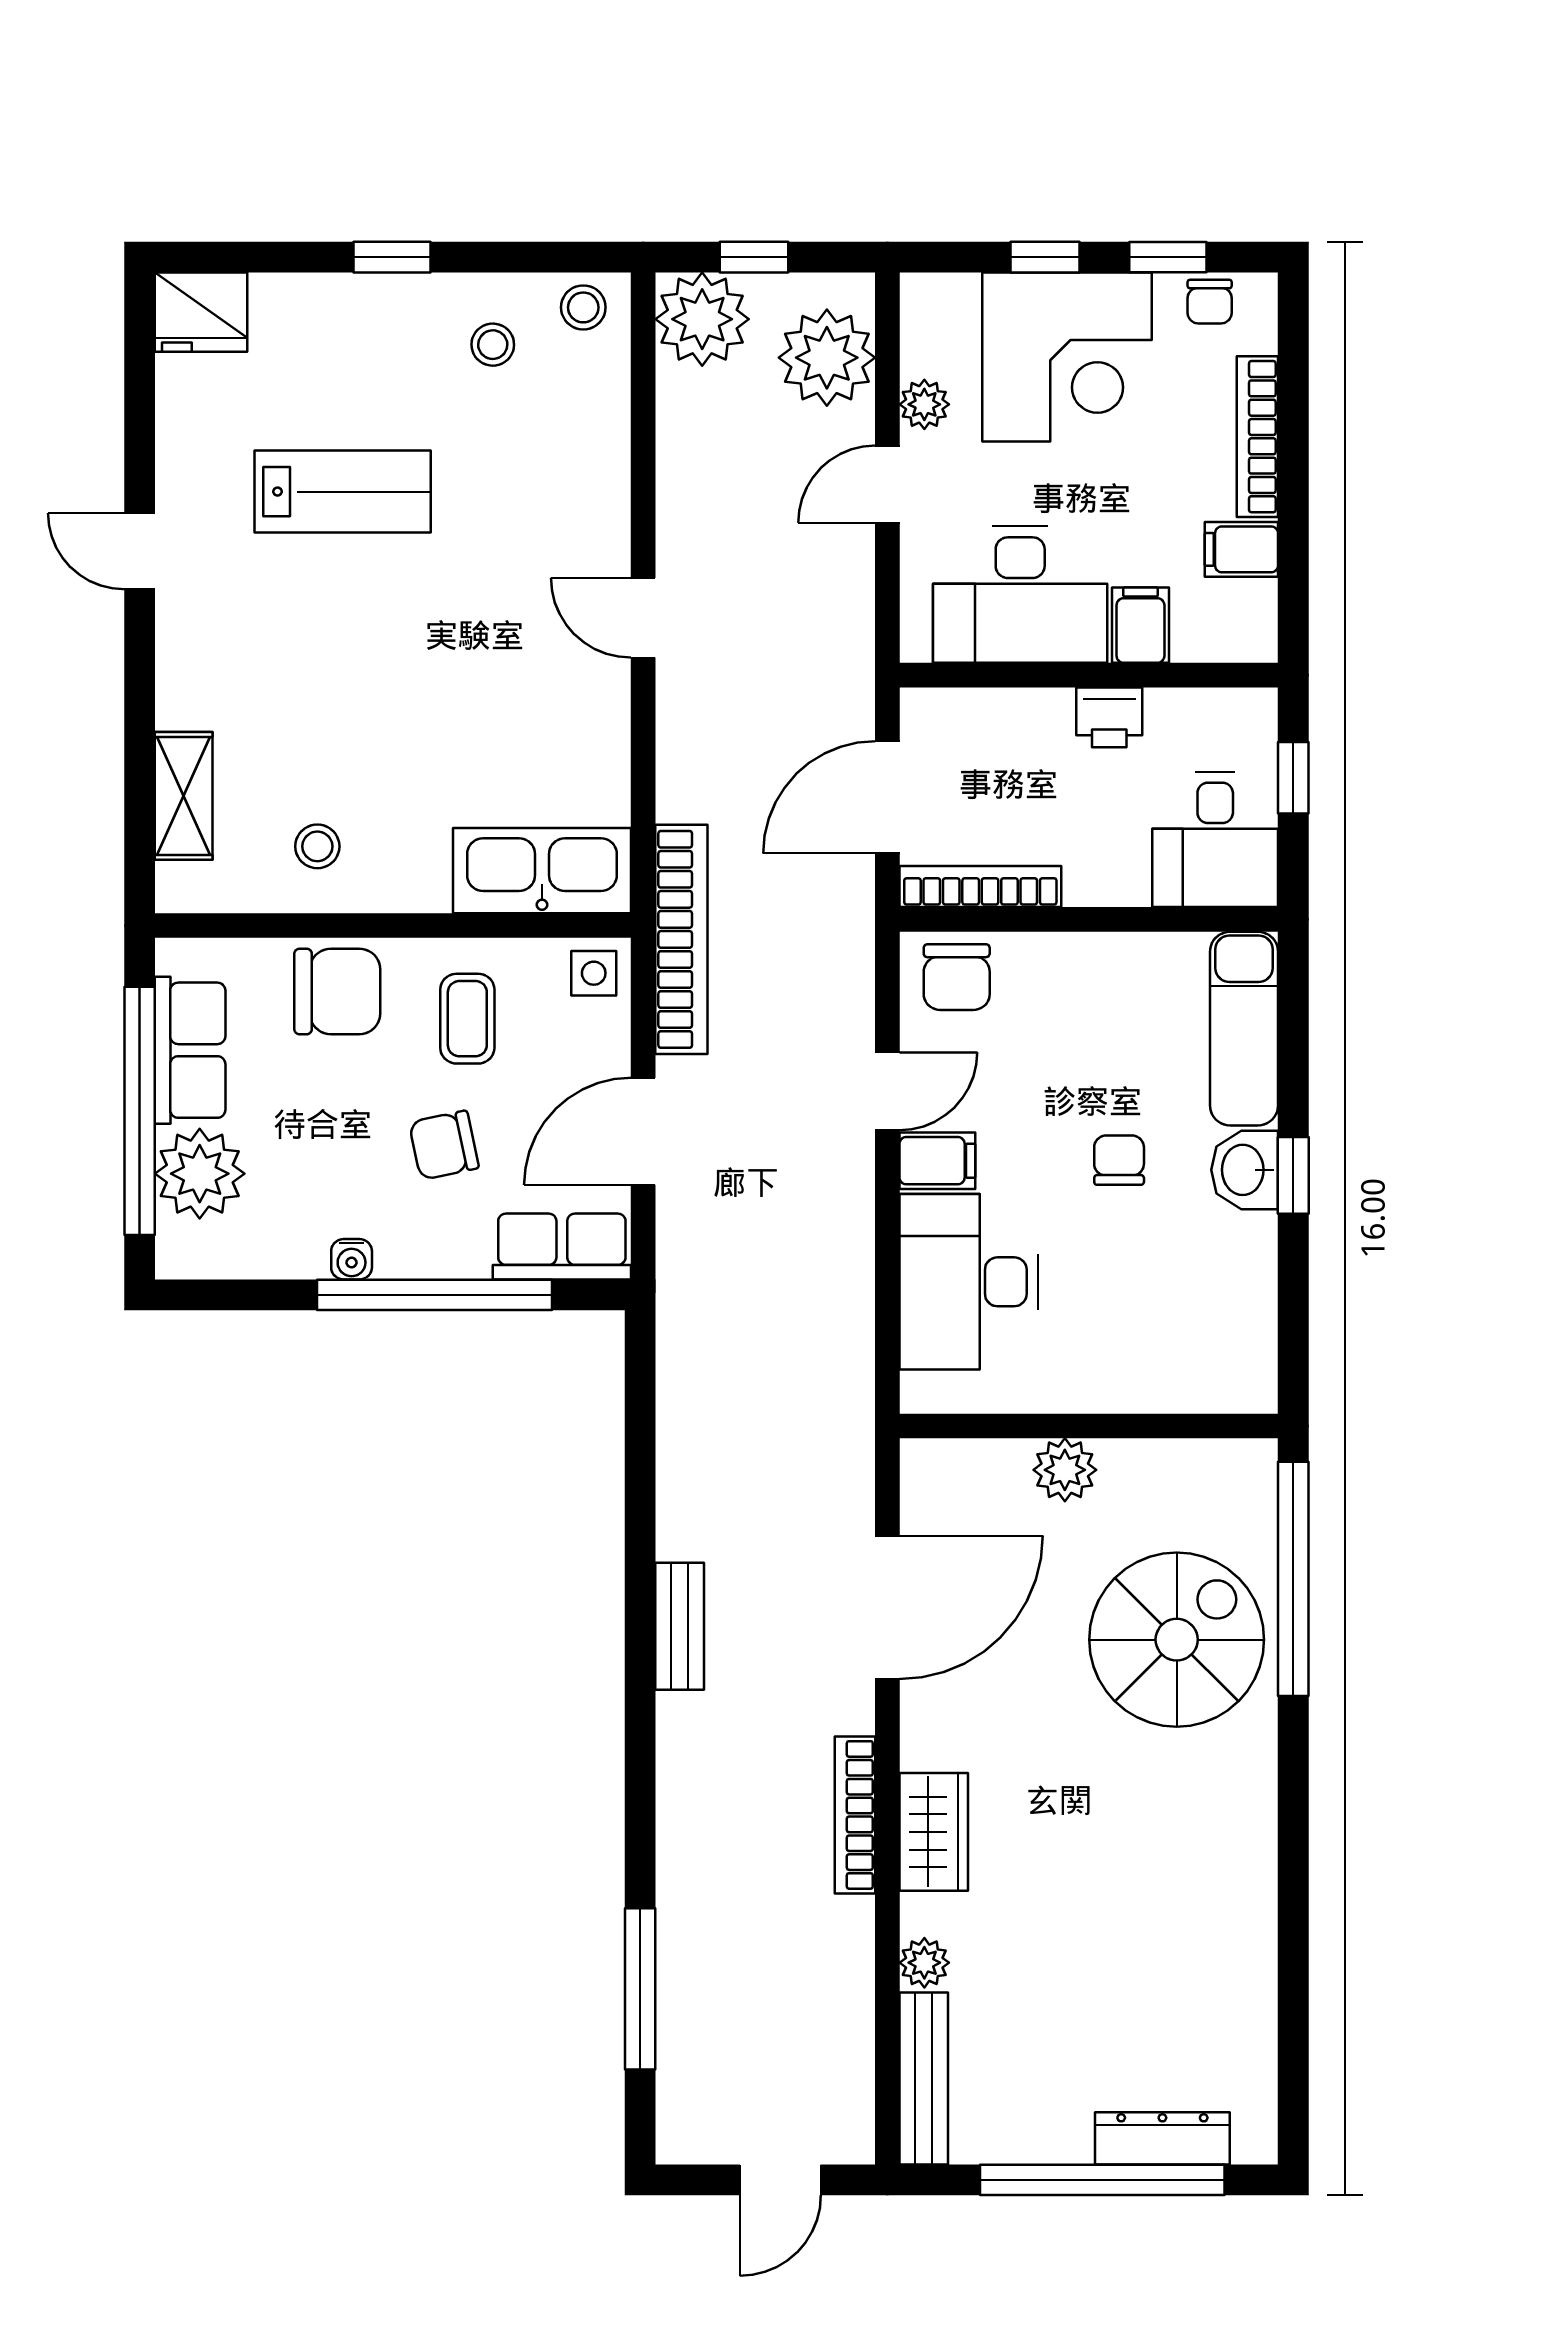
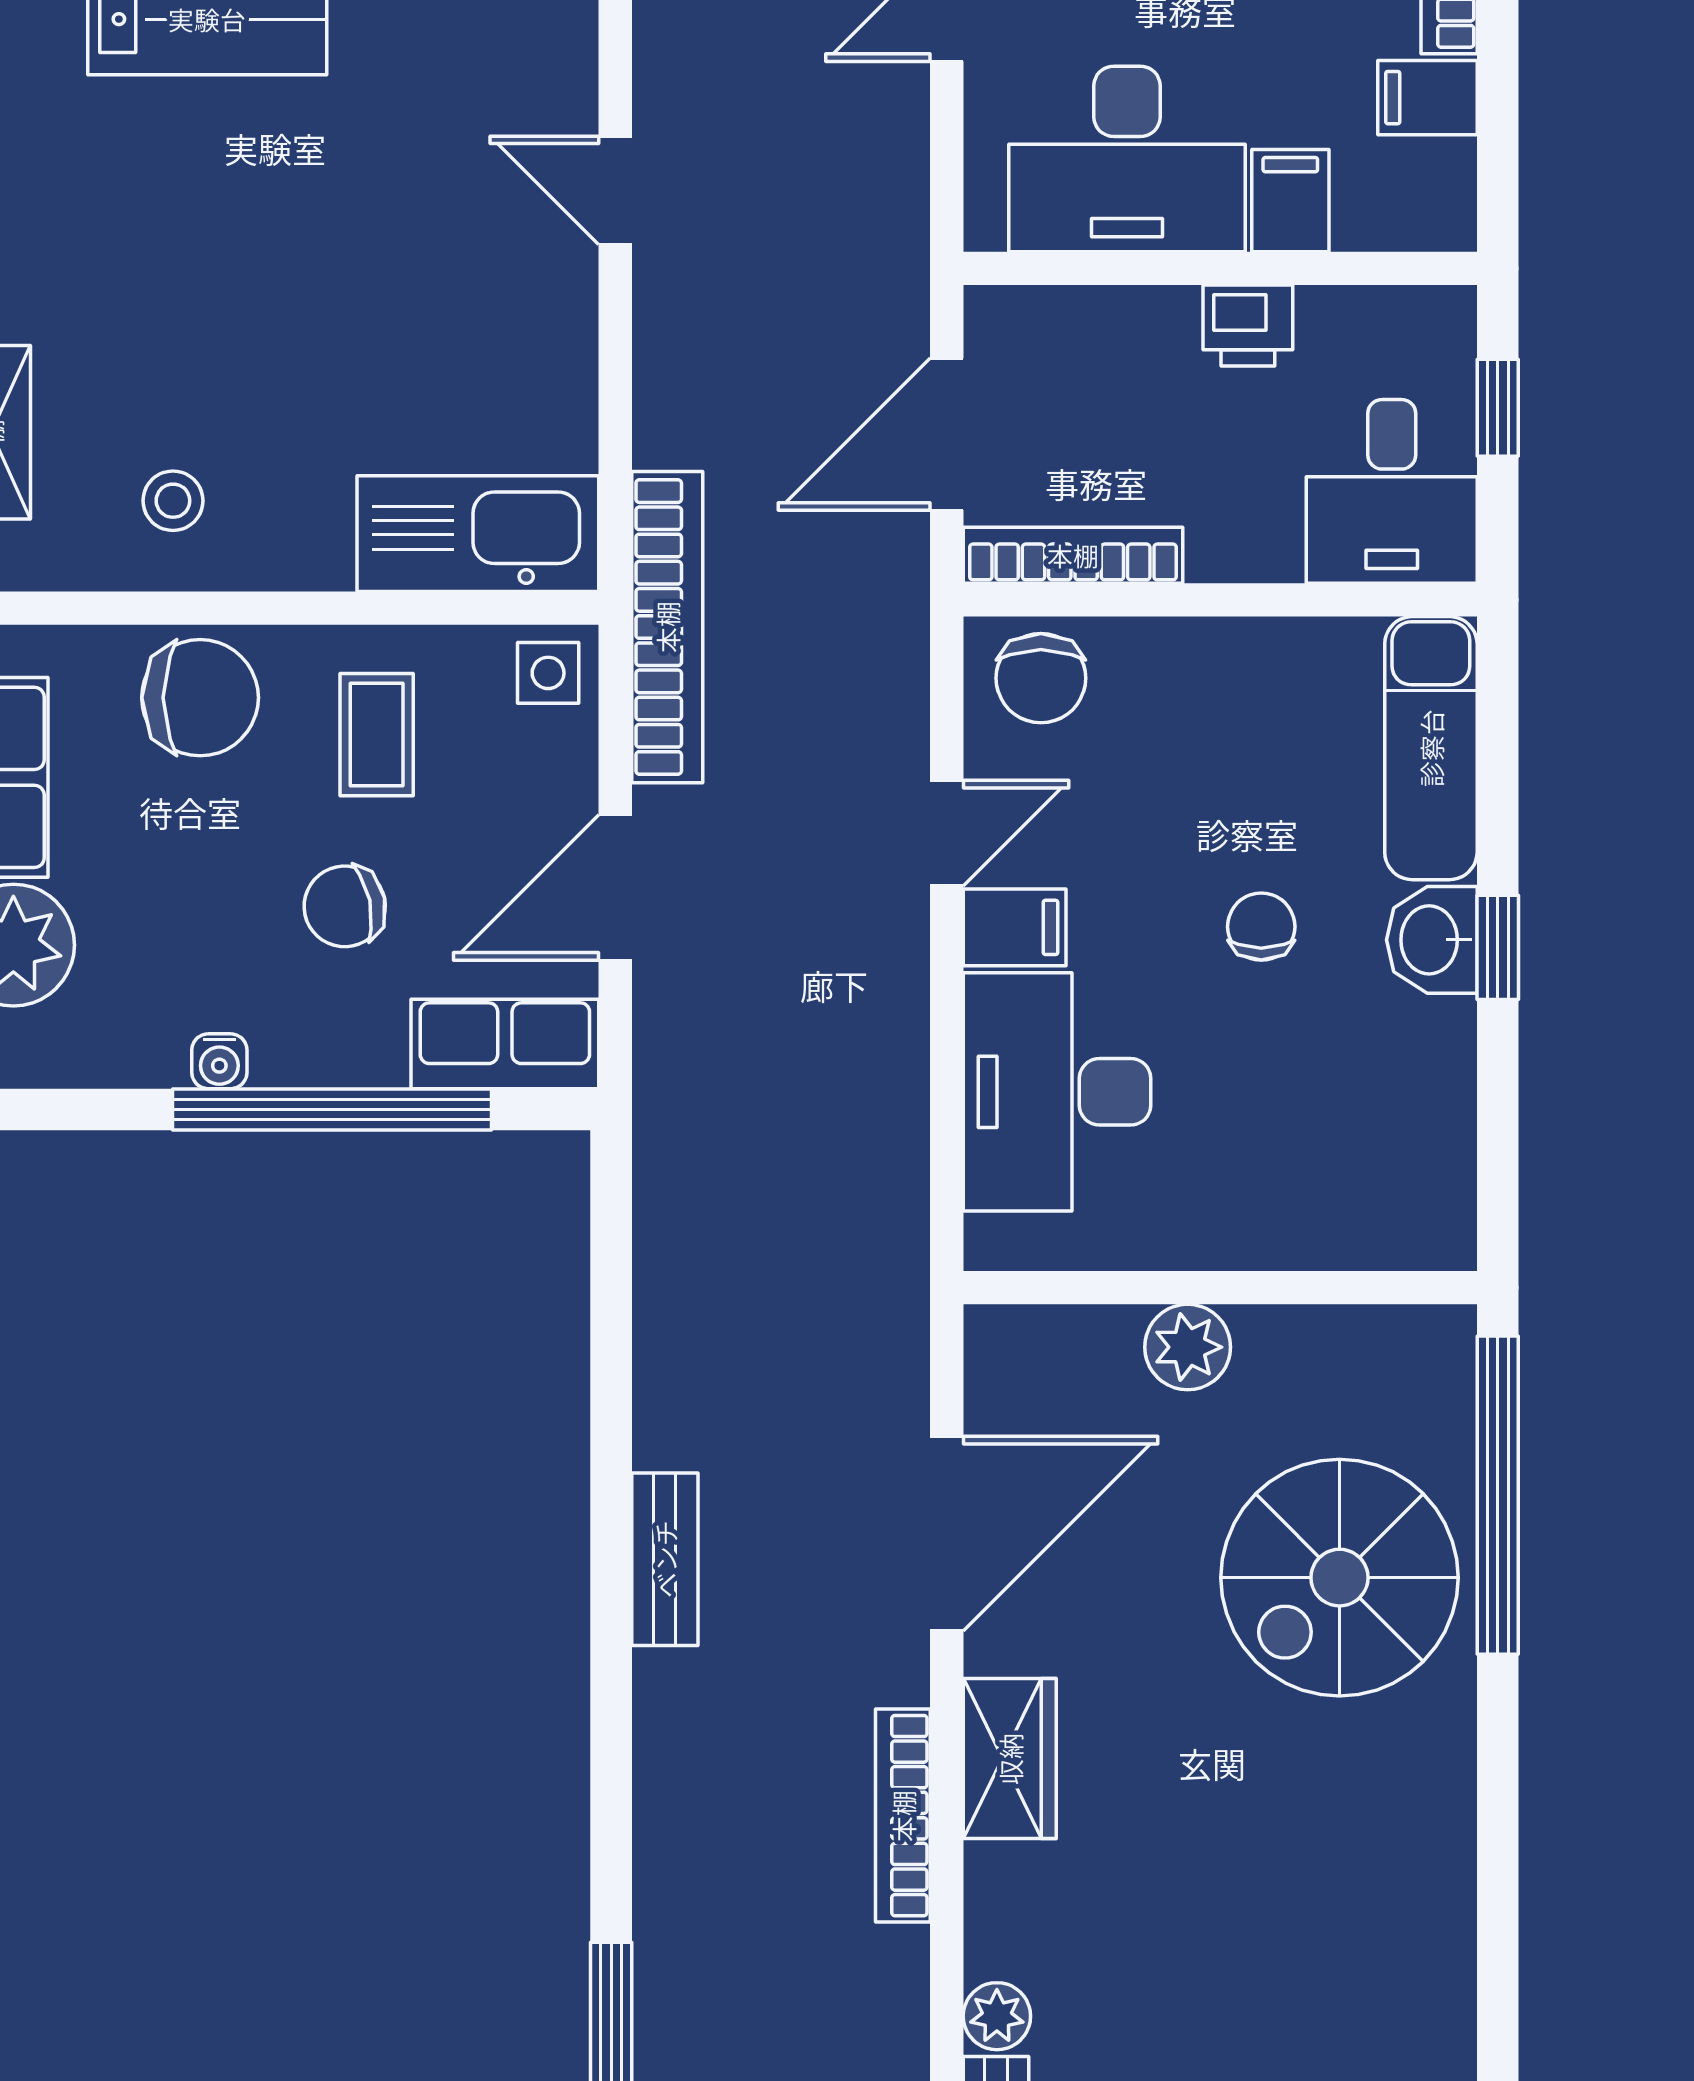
spiral stairs: (1177, 1640) -> (1339, 1578), turned 180
wardrobe: (934, 1832) -> (1010, 1759), moved

